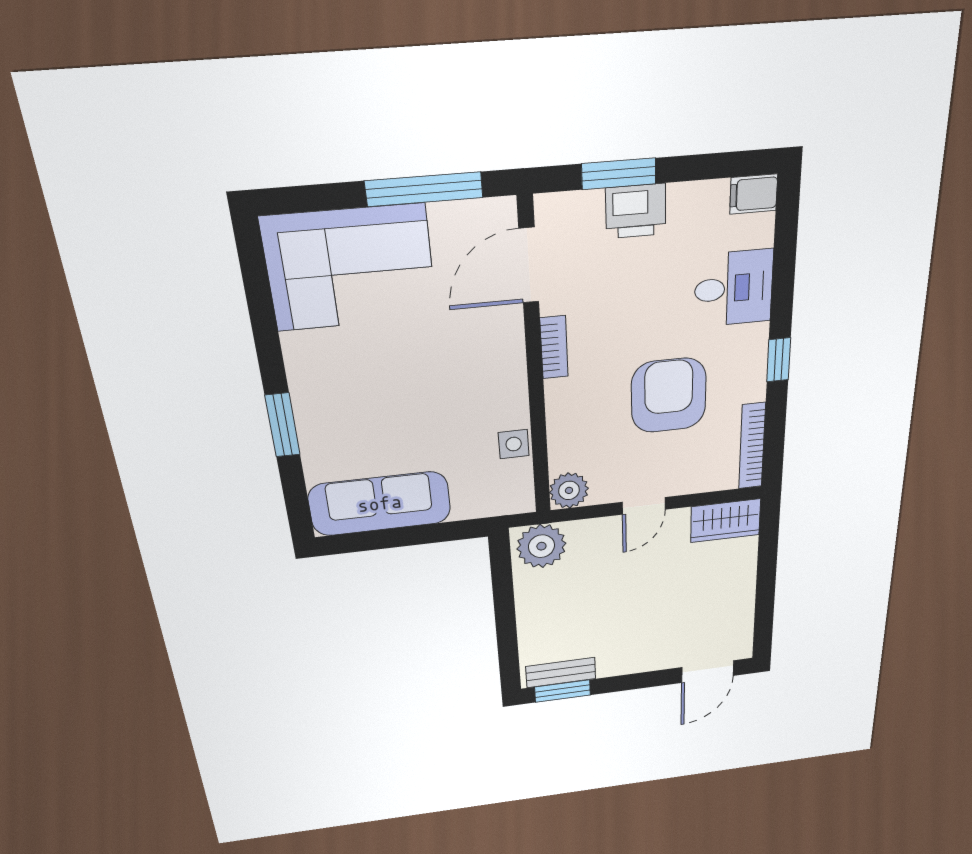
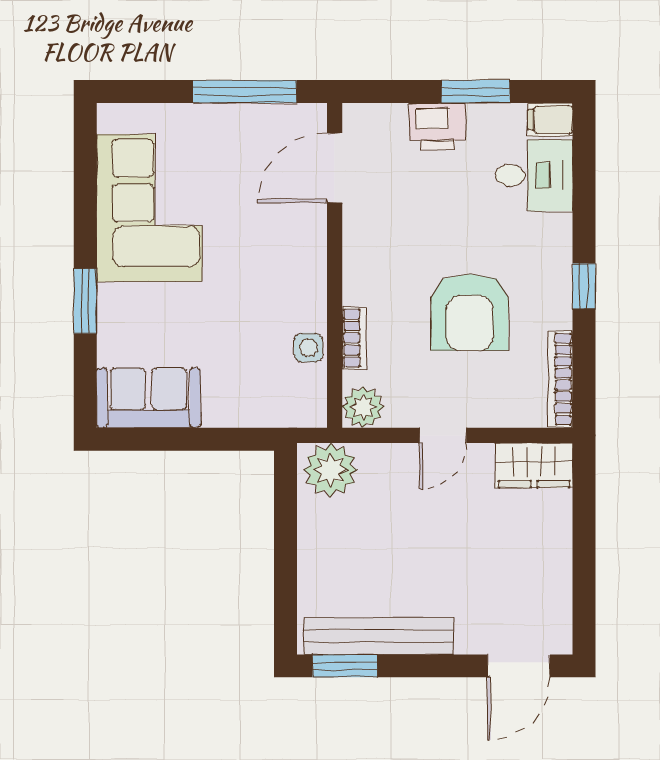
window: (619, 174) -> (476, 92), moved
corner sofa: (350, 268) -> (149, 208), moved, turned -90
desk: (734, 288) -> (534, 175), moved
bookcase: (554, 347) -> (355, 338), moved
armchair: (669, 395) -> (470, 312), turned 180
sofa: (380, 504) -> (148, 398), width x0.73
bench: (561, 673) -> (379, 636), width x1.86, depth x1.21

